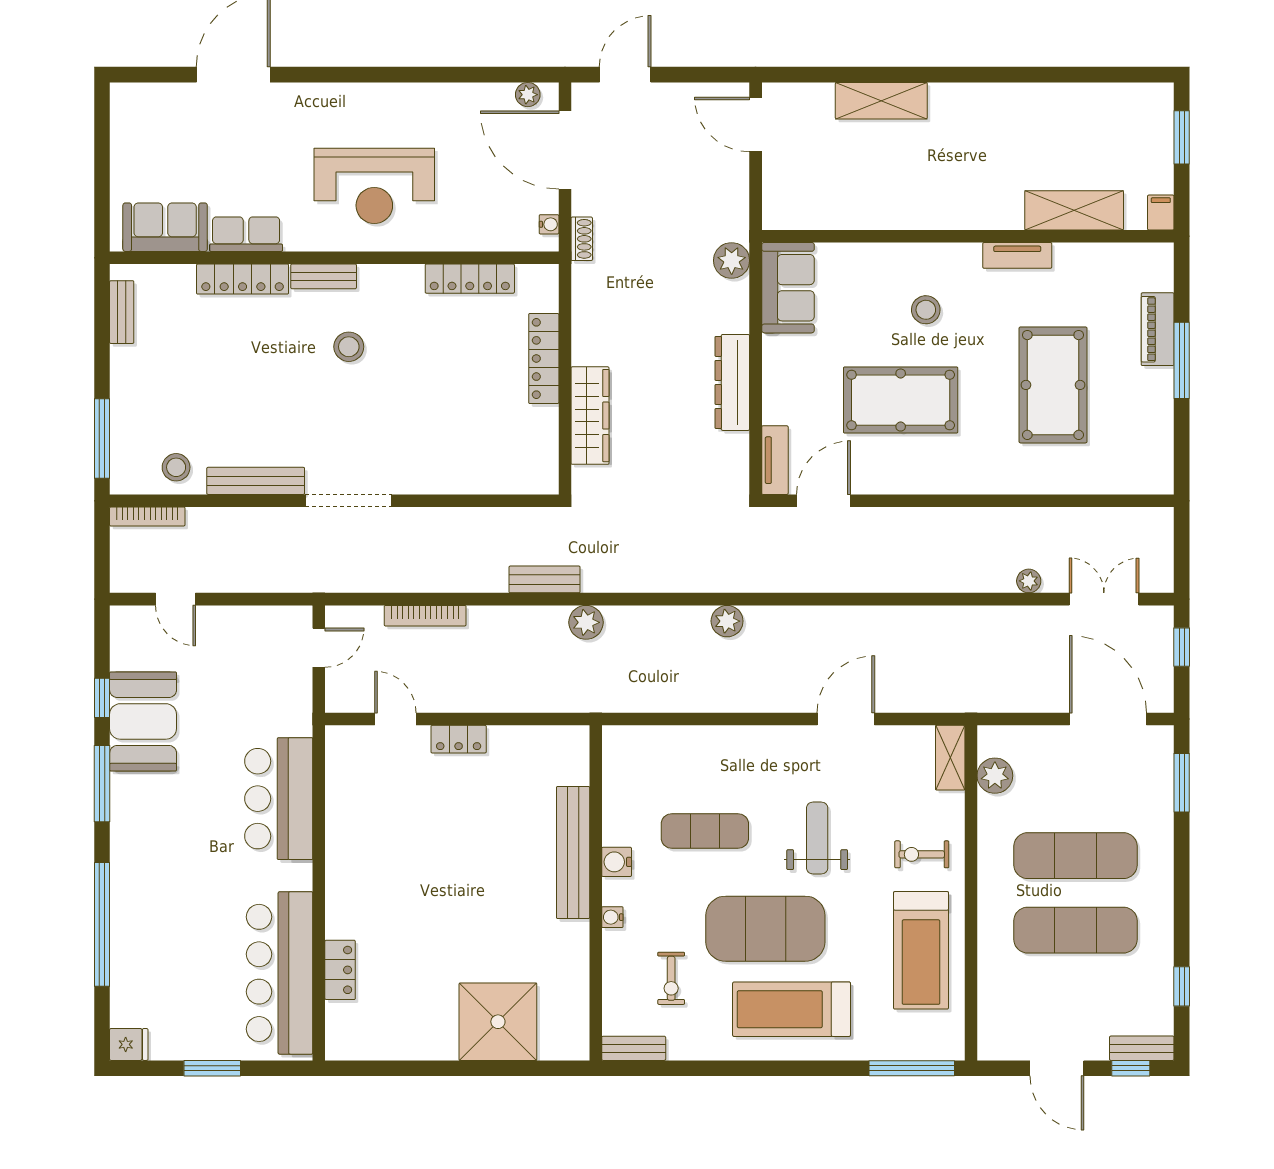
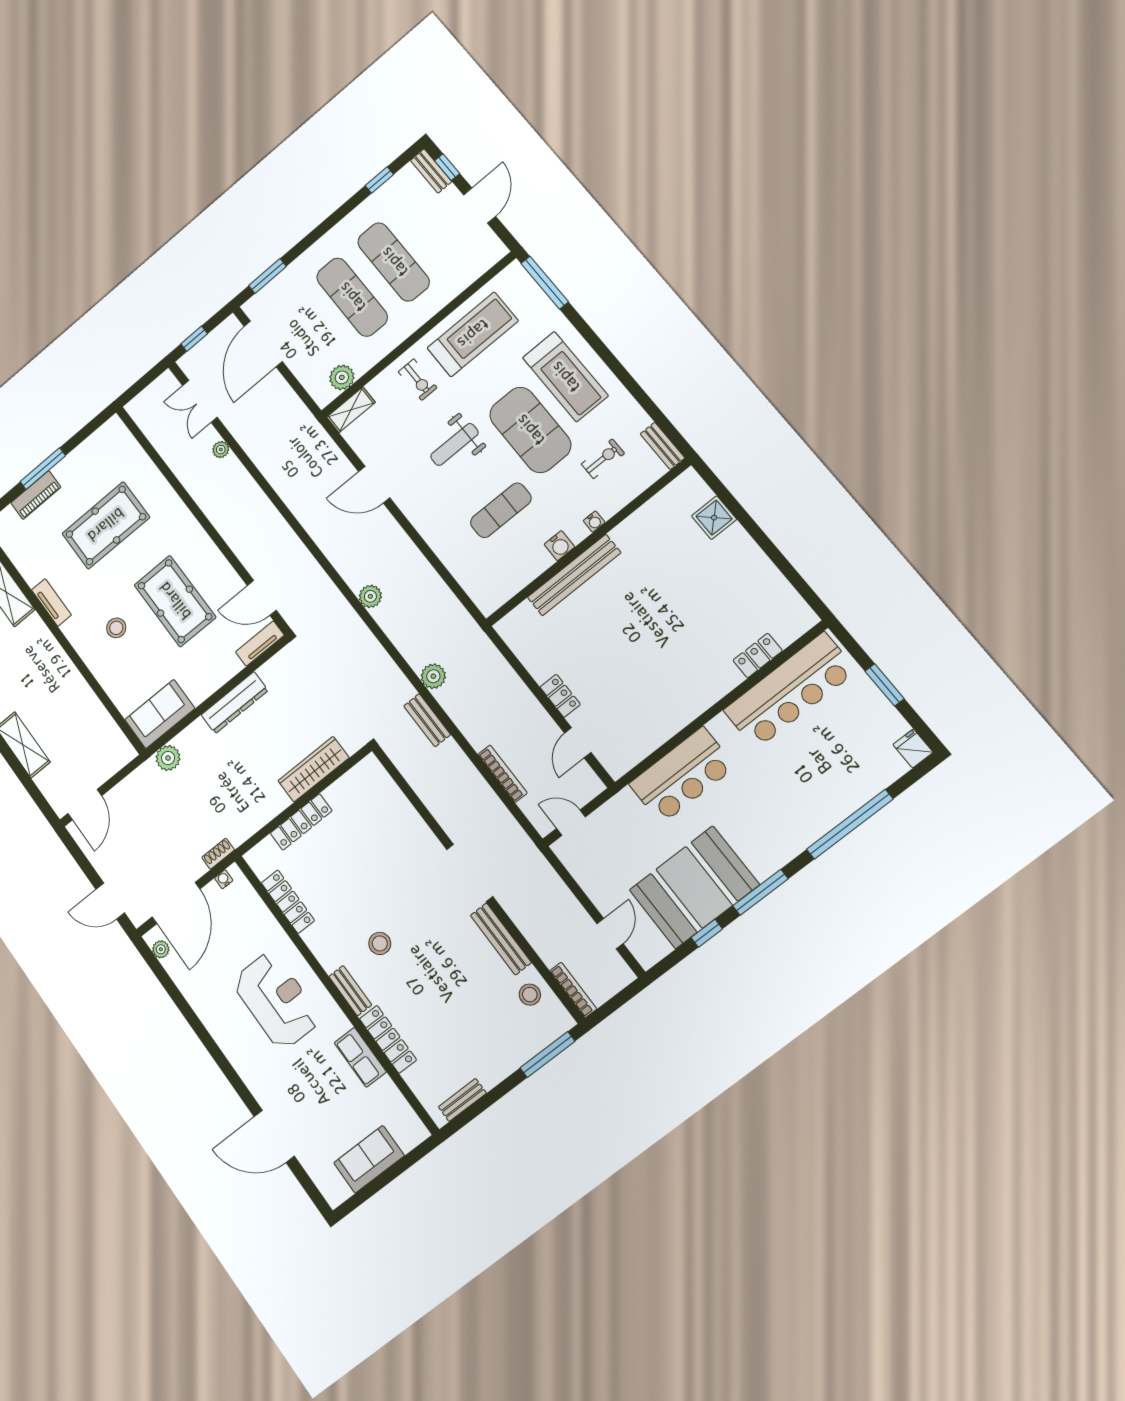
sofa: (165, 227) -> (369, 1159), moved, turned 90
booth: (143, 721) -> (694, 887), width x1.36, depth x1.42
exercise mat: (705, 831) -> (501, 510), turned 90
shower: (498, 1022) -> (714, 518), width x0.54, depth x0.54

